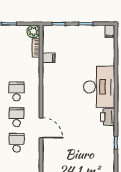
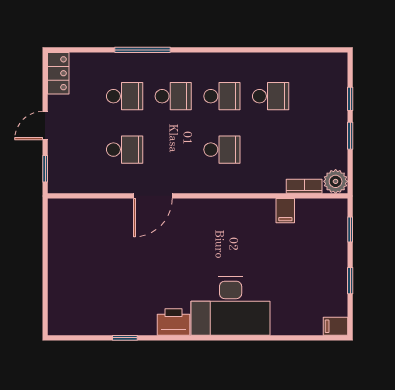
school desk: (17, 117) -> (173, 150), removed

